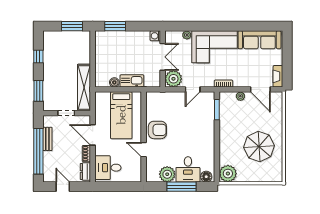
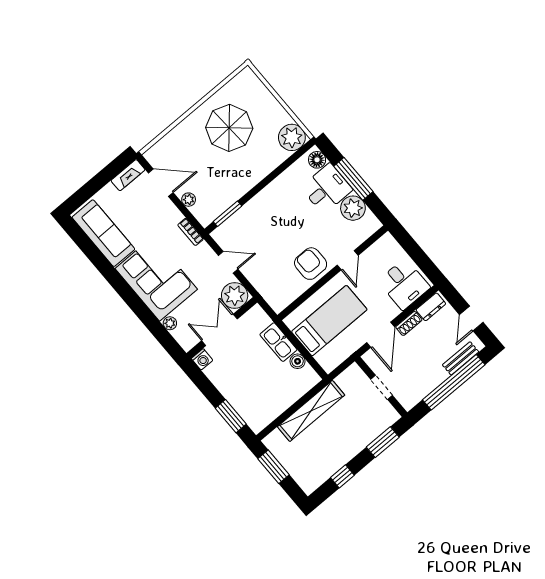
shelving: (84, 88) -> (311, 411), moved
door: (260, 89) -> (161, 183), hinge flipped
bench: (47, 139) -> (461, 358), moved

